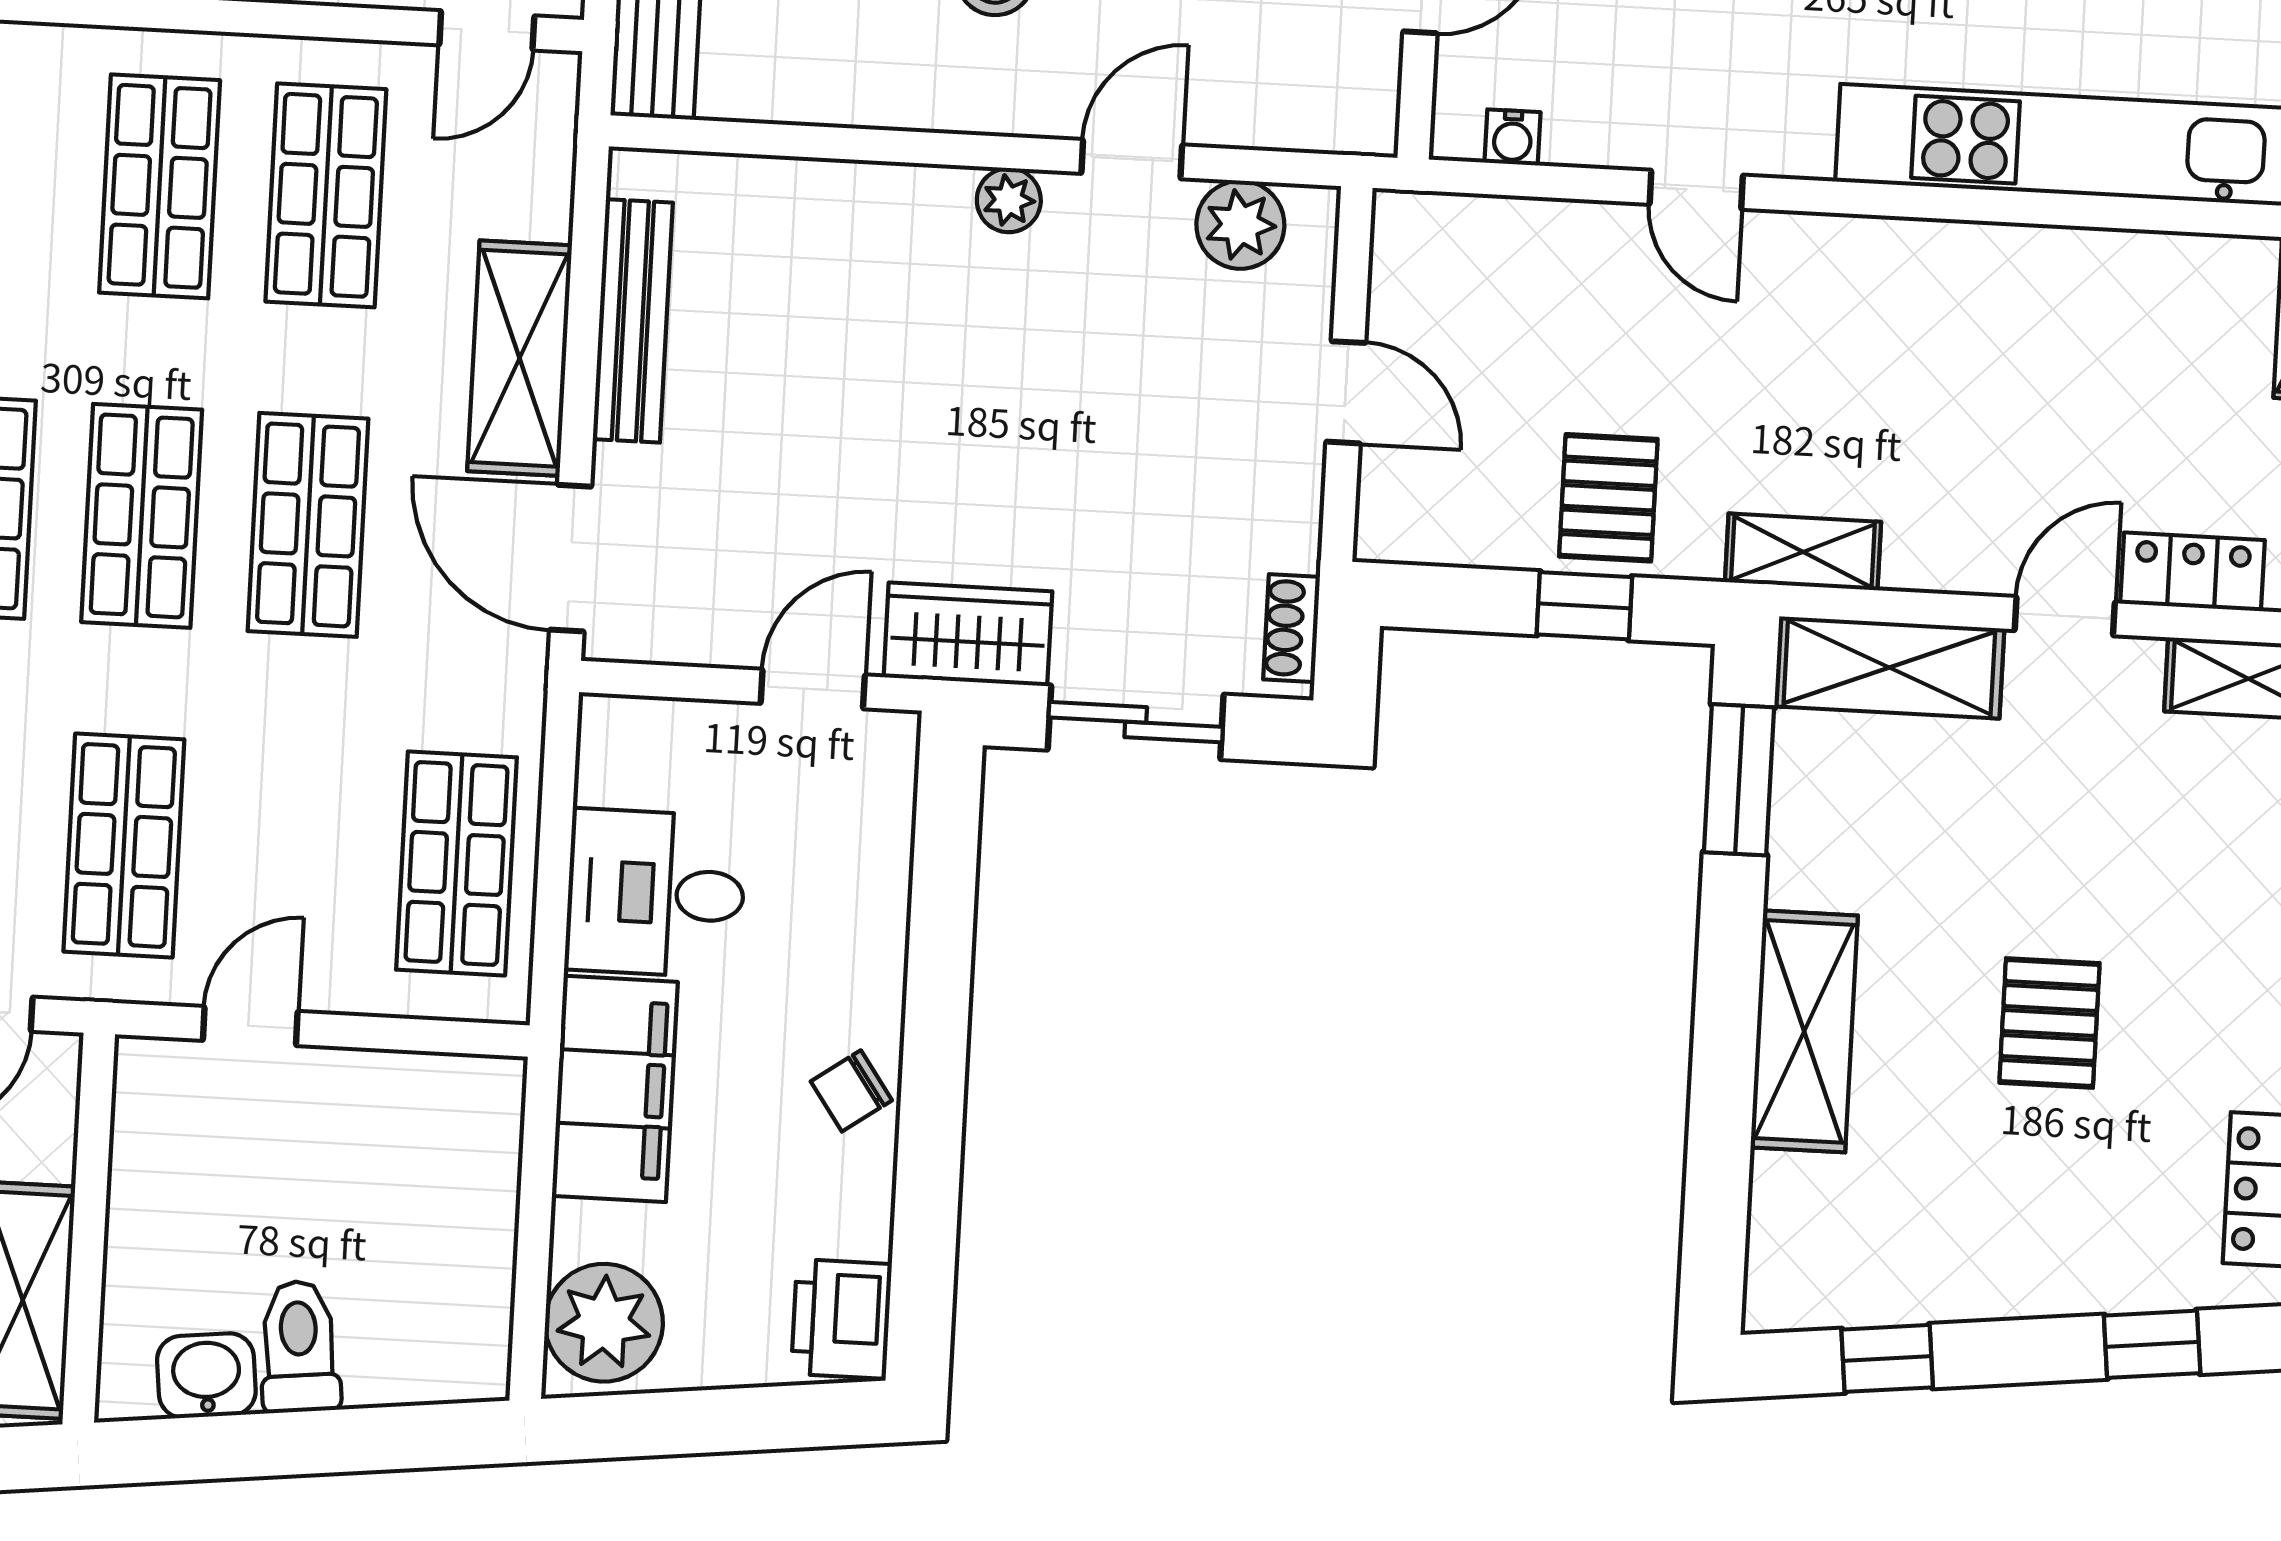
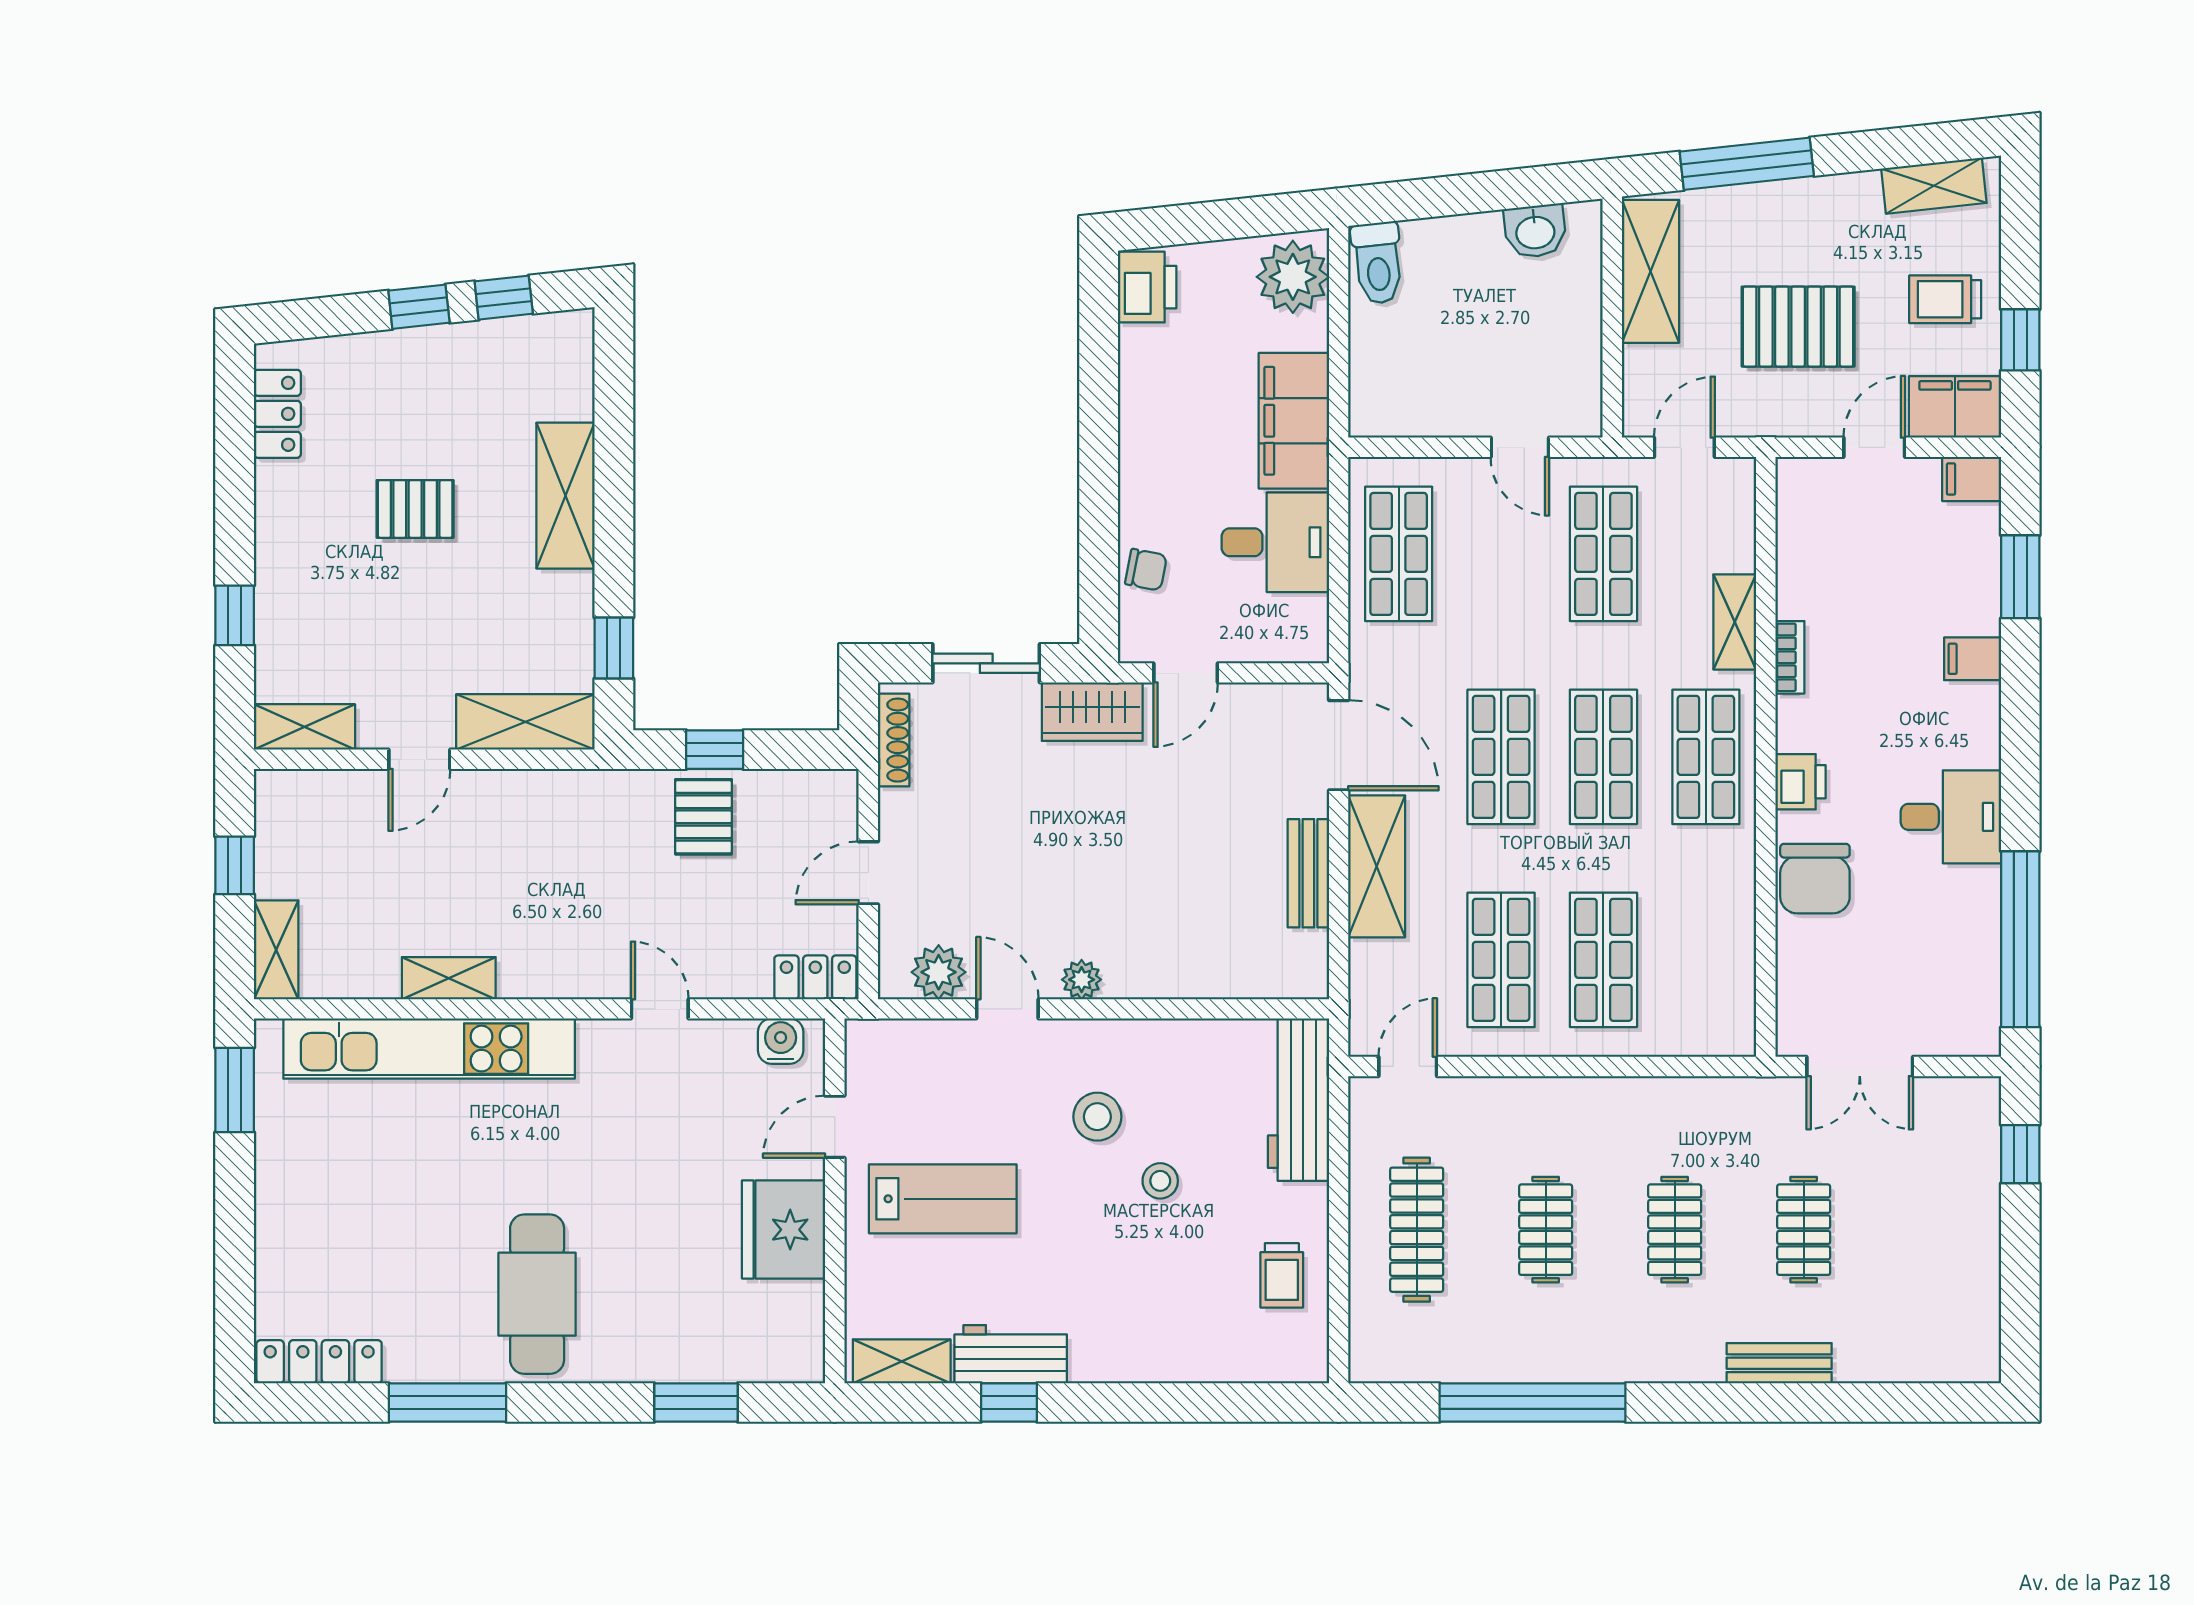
water cooler: (1512, 137) -> (781, 1041), width x1.38, depth x1.38
door: (1132, 159) -> (1007, 1009), swing flipped
bench: (633, 321) -> (1308, 873), width x0.73
door: (1346, 392) -> (868, 873), hinge flipped
shelving: (1803, 552) -> (449, 978), moved
locker: (2193, 572) -> (815, 977), moved, turned 180
shoe rack: (1292, 628) -> (894, 740), width x1.43
window: (1739, 780) -> (614, 648), width x0.67
pallet: (2049, 1023) -> (415, 509), turned 90
door: (250, 1026) -> (1520, 447), hinge flipped
chair: (851, 1091) -> (1146, 570), moved, turned 46
window: (2152, 1344) -> (419, 307), moved
toilet: (299, 1347) -> (1378, 263), moved

